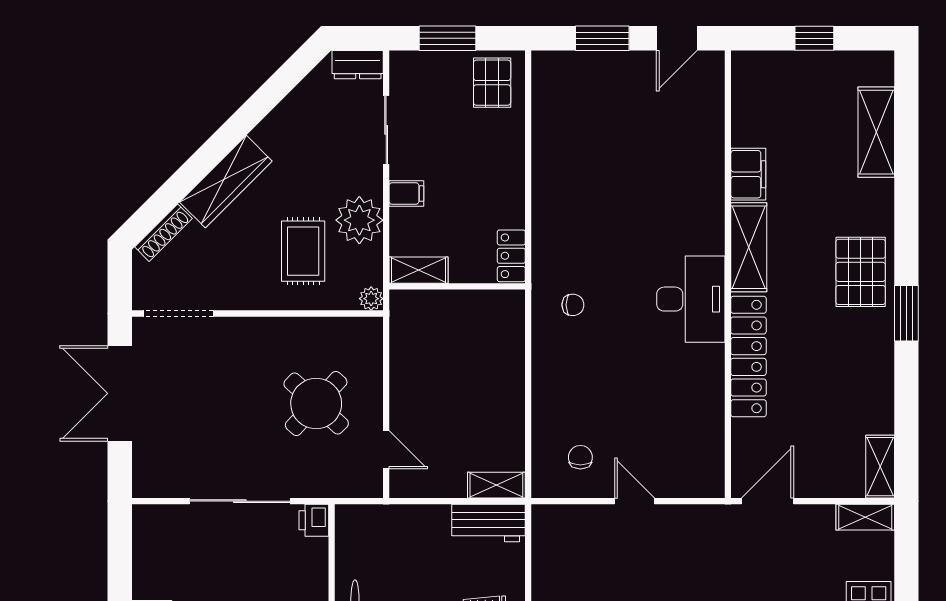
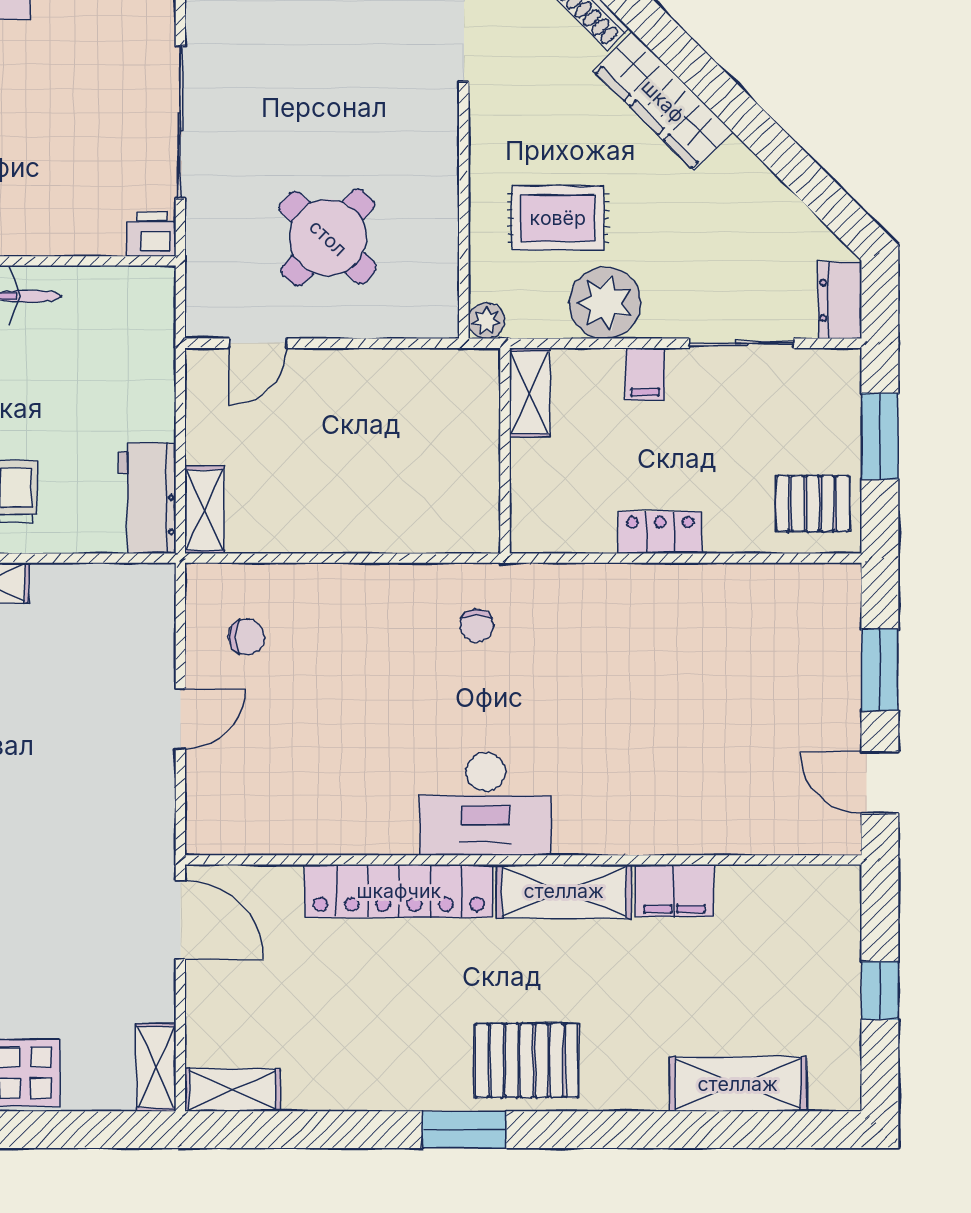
locker: (511, 256) -> (660, 533), moved

